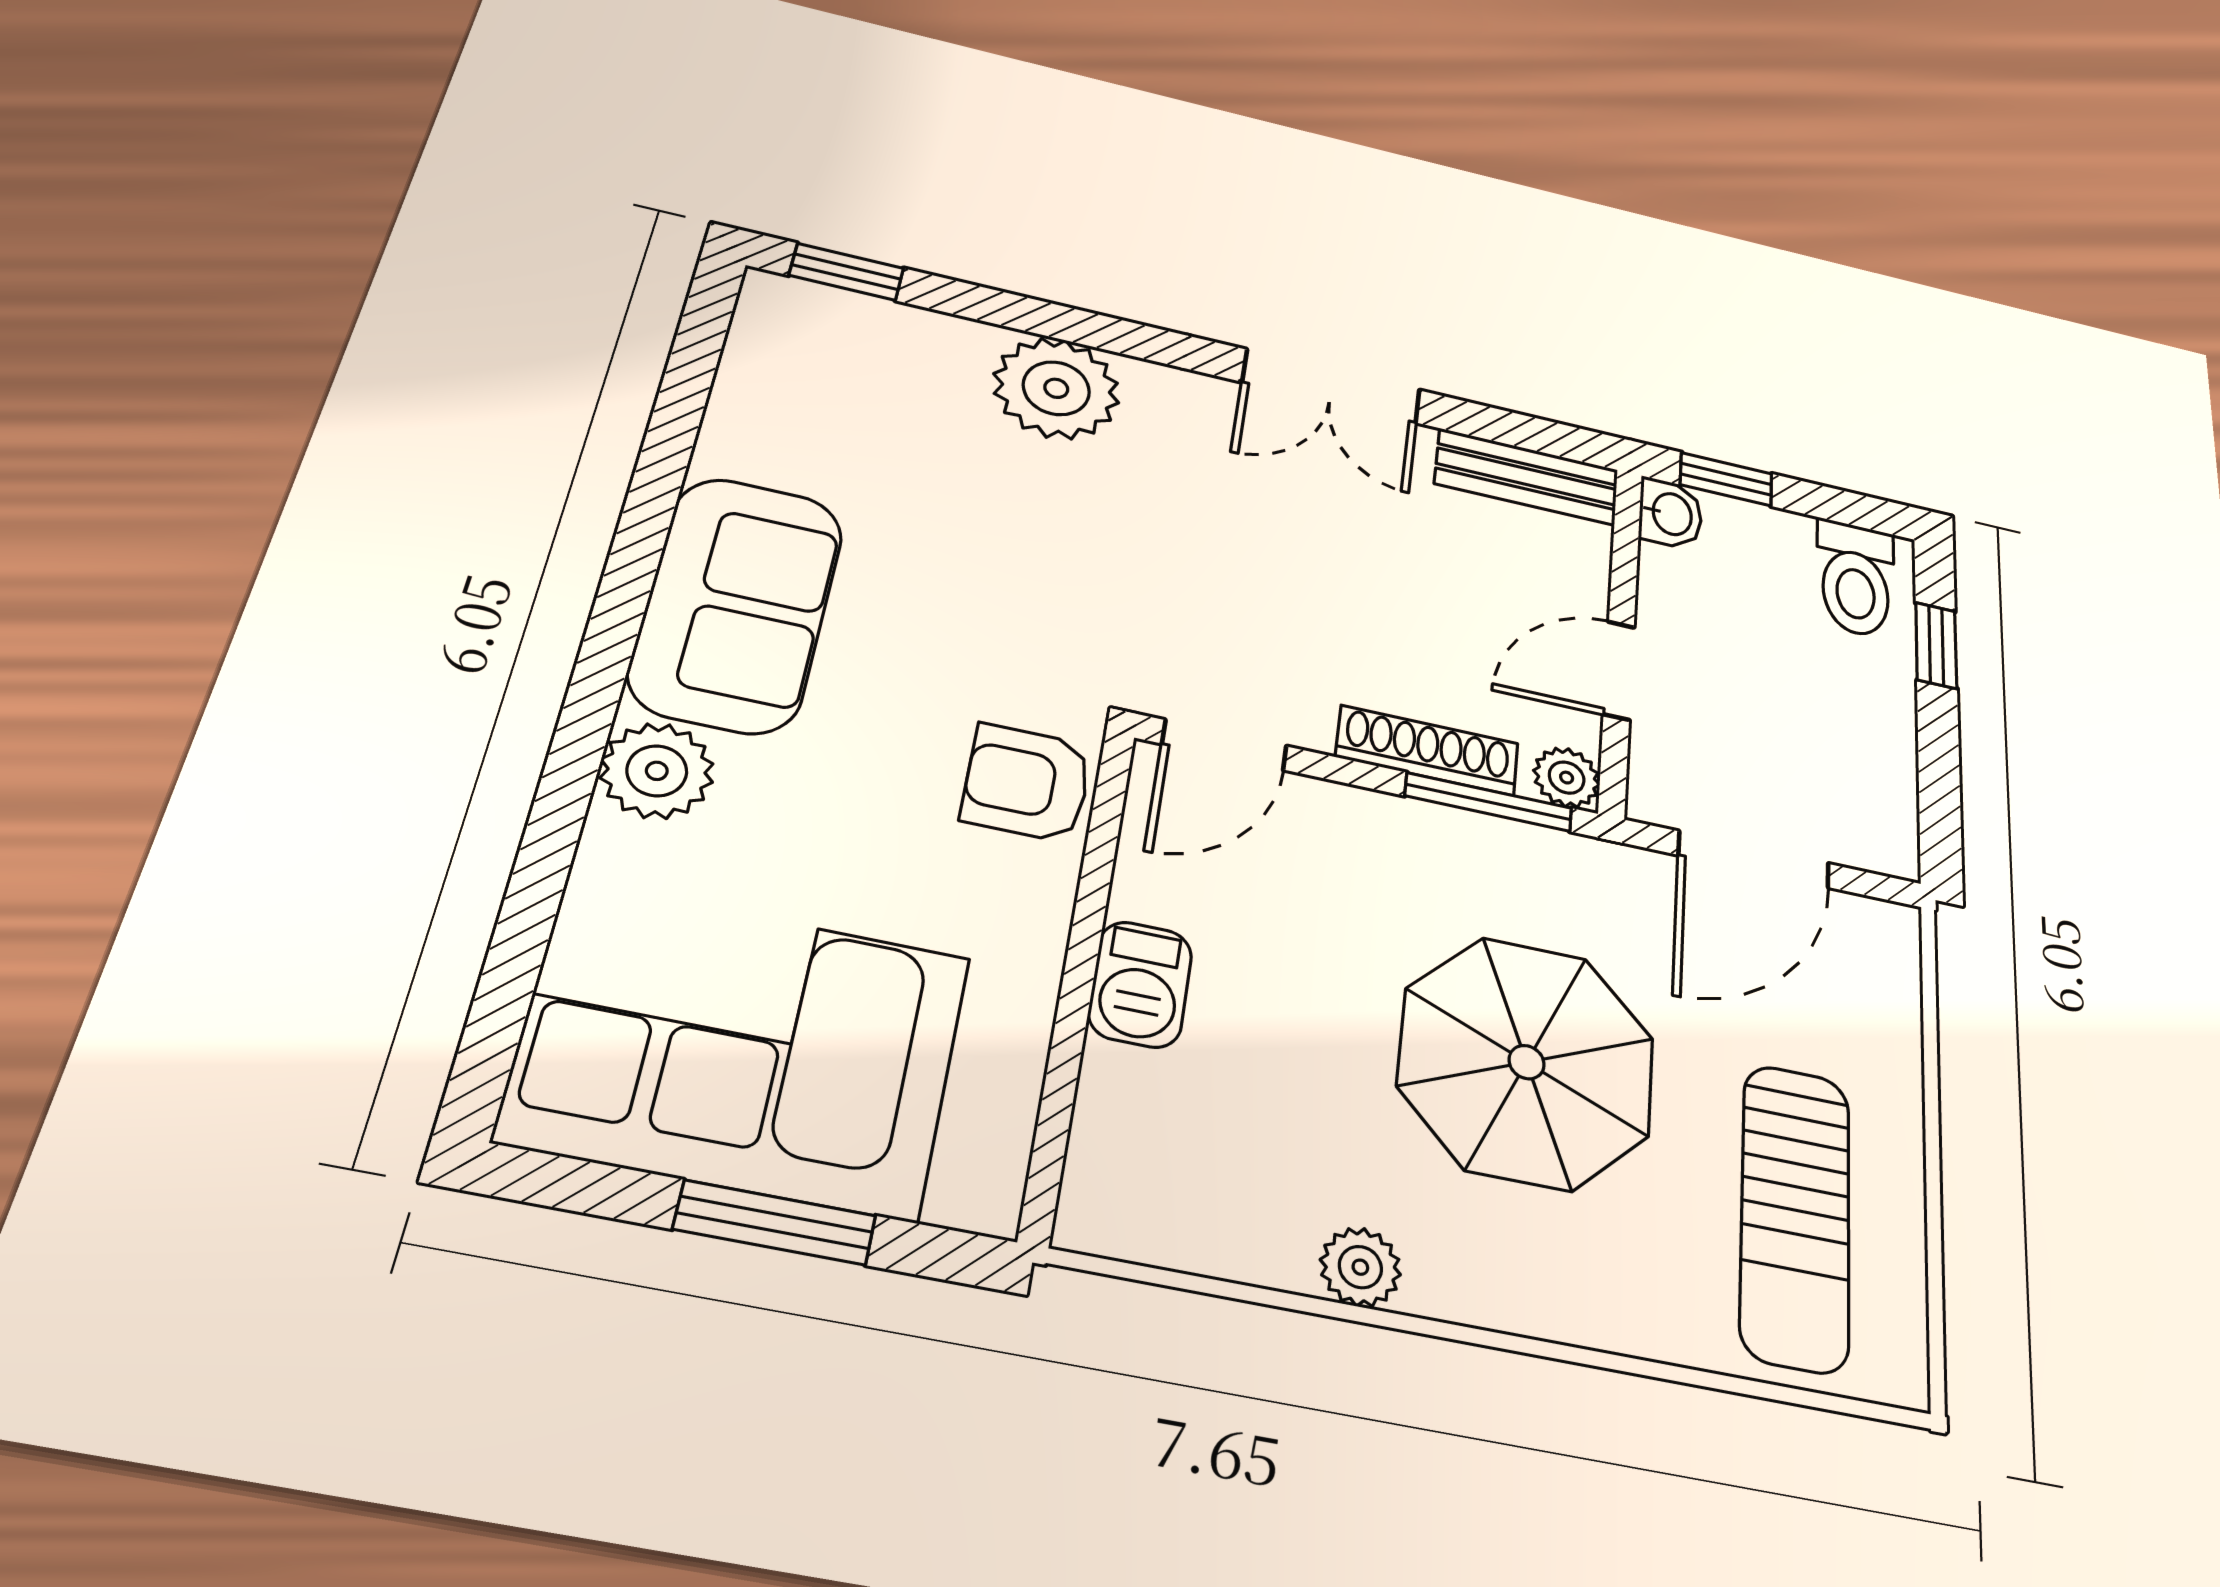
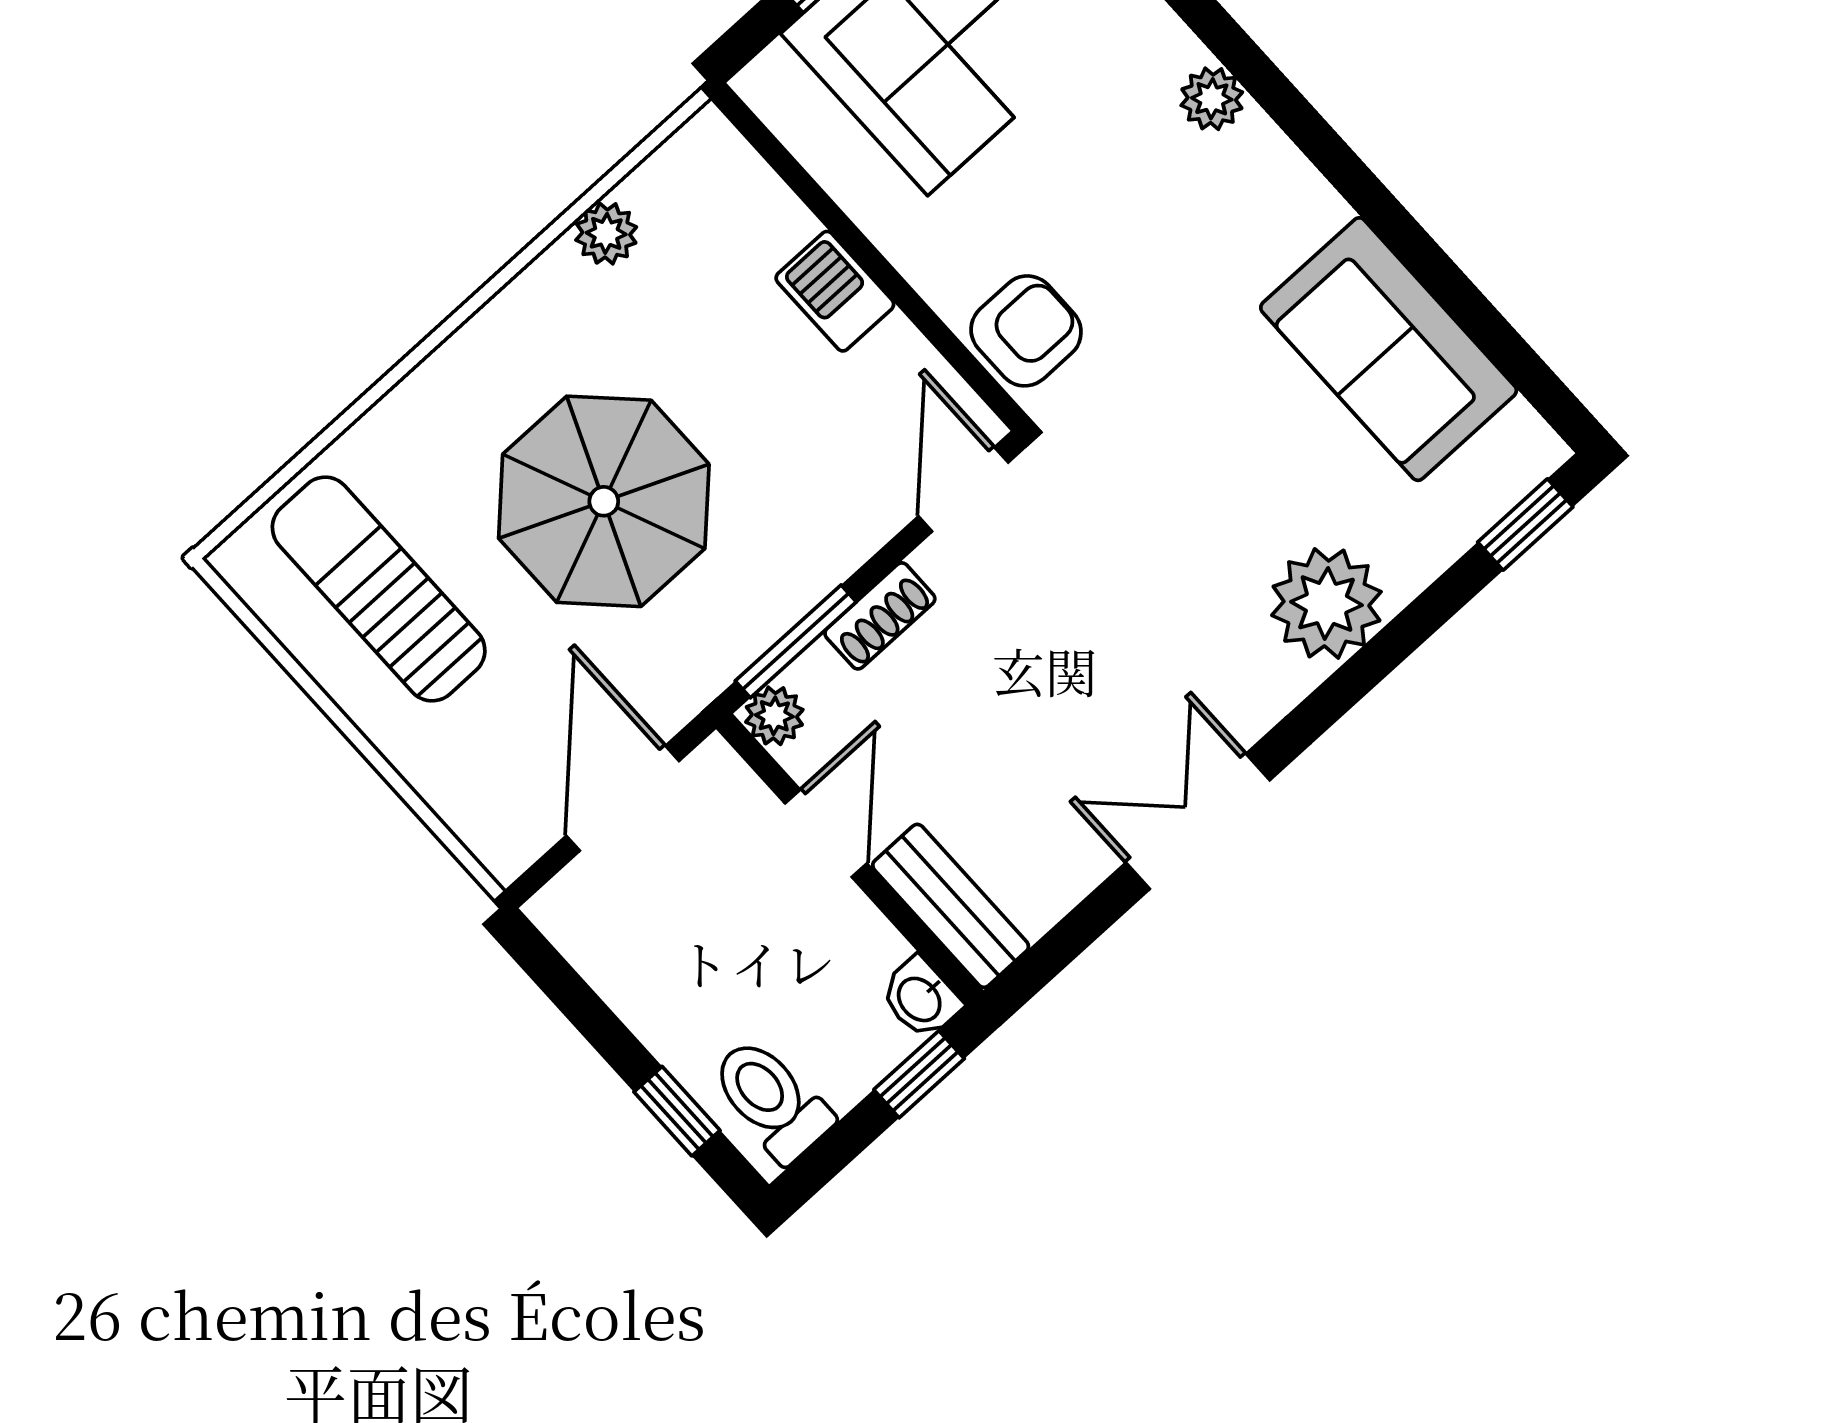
bench: (1527, 477) -> (951, 906), moved, turned 90
sofa: (737, 604) -> (1389, 349), moved
shoe rack: (1427, 750) -> (880, 616), width x0.70
plant: (657, 771) -> (1212, 99), width x0.73, depth x0.73
plant: (1360, 1267) -> (606, 233), moved

